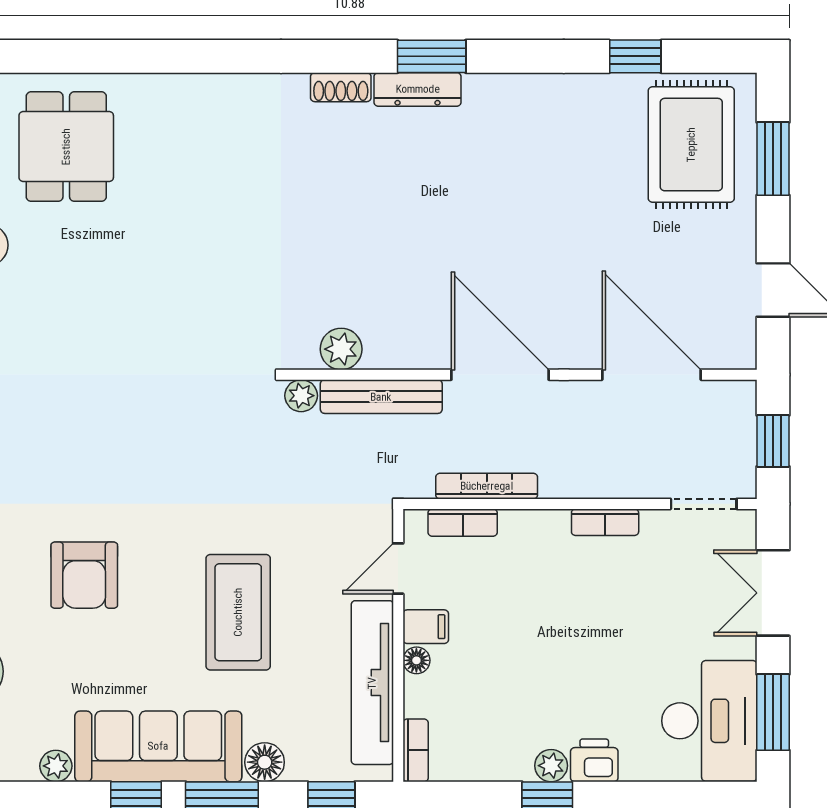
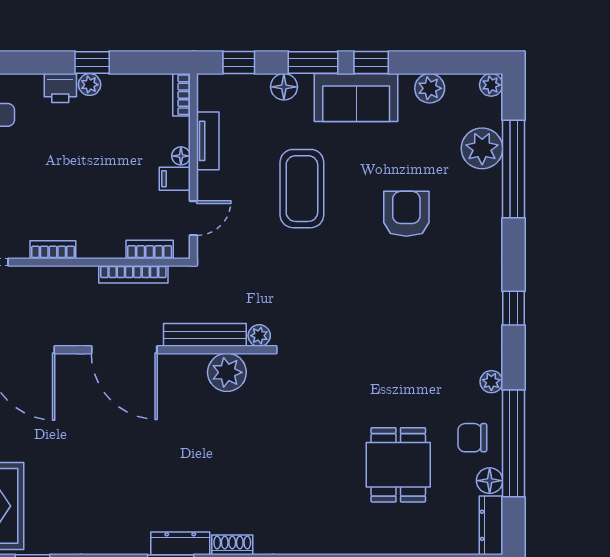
dining table: (66, 147) -> (398, 465), moved
plant: (341, 349) -> (227, 372), width x1.36, depth x1.36
tv unit: (372, 683) -> (208, 141), width x0.52, depth x0.78
sofa: (158, 746) -> (356, 98), width x0.73
plant: (56, 766) -> (430, 88), width x1.38, depth x1.38

